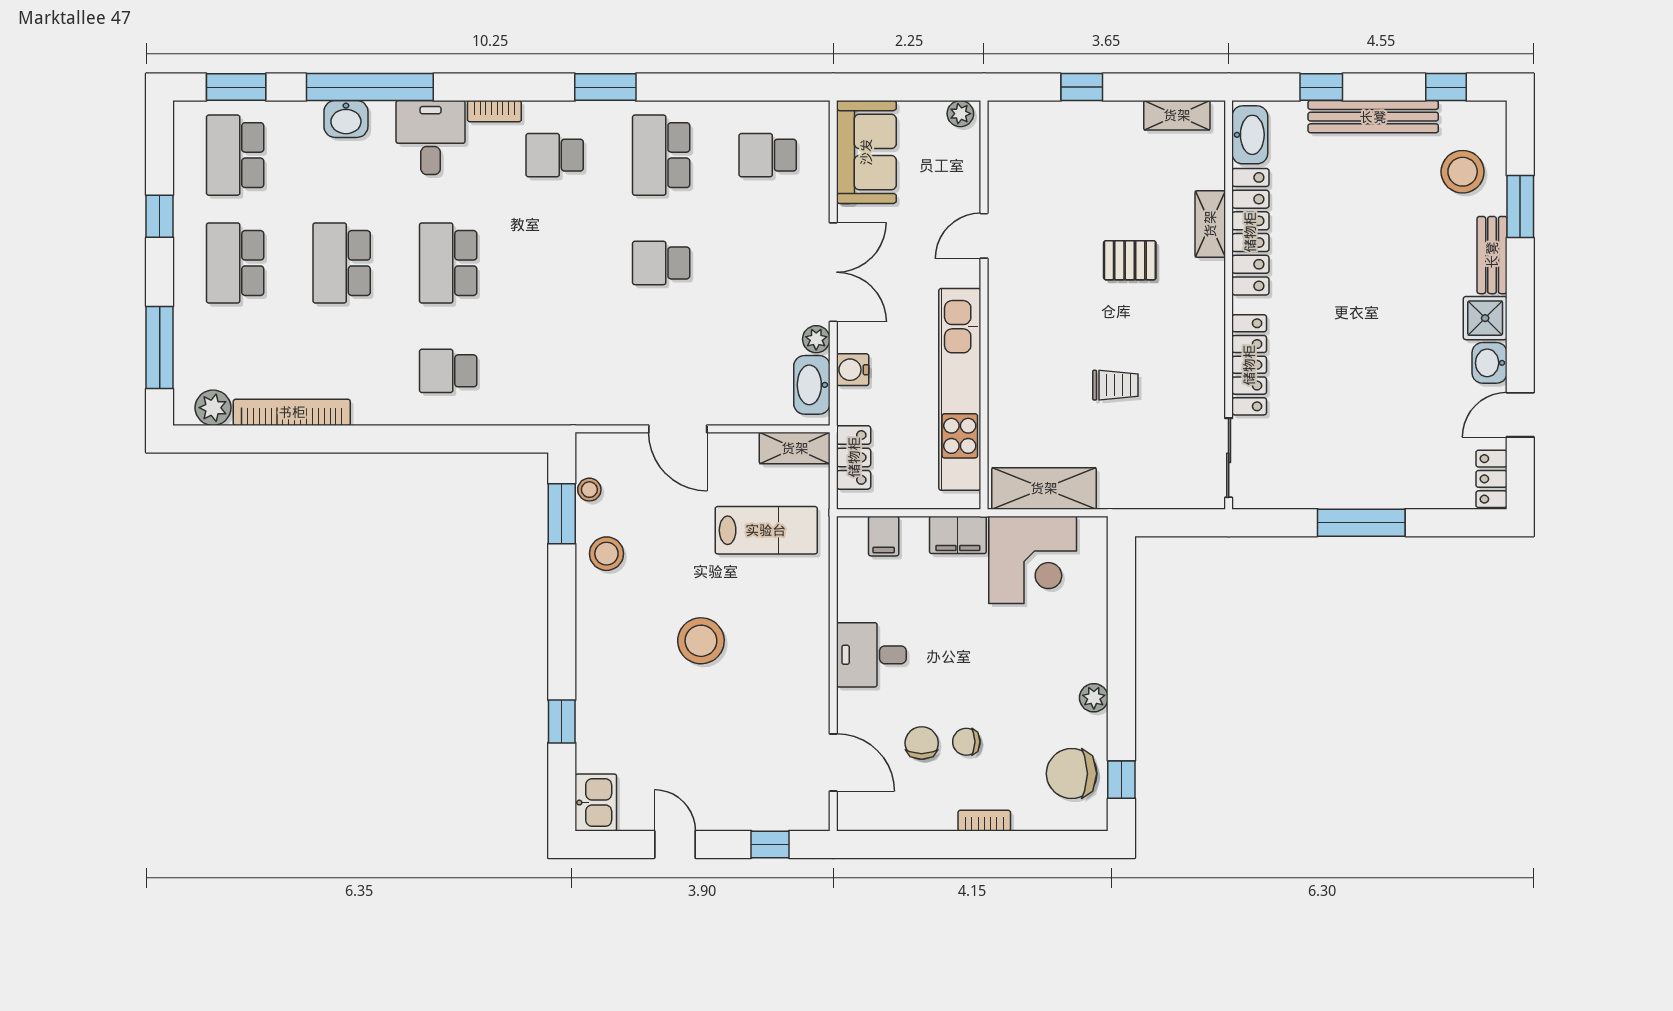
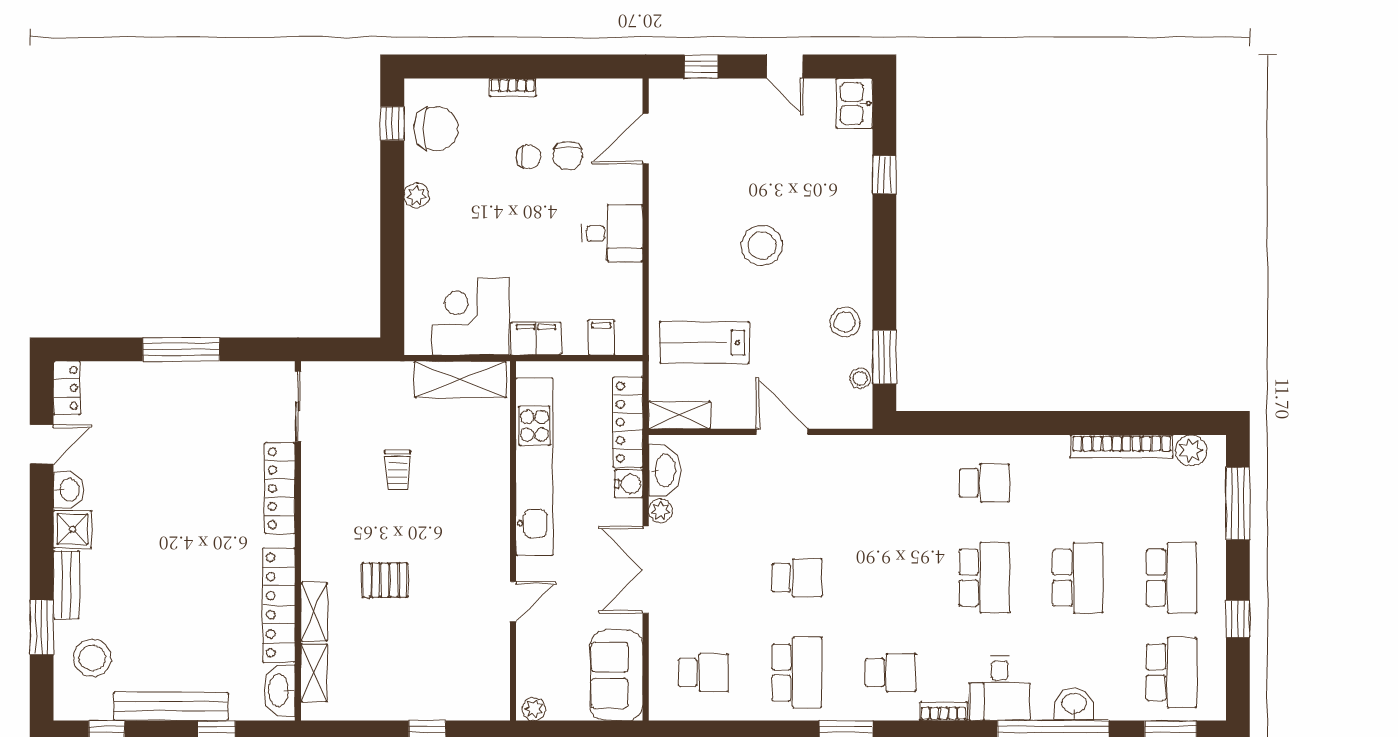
shelving: (1177, 115) -> (314, 673), moved, turned 90
trolley: (1115, 385) -> (398, 470), turned -90
locker: (854, 457) -> (628, 422), width x1.53
door: (833, 763) -> (646, 138), hinge flipped

